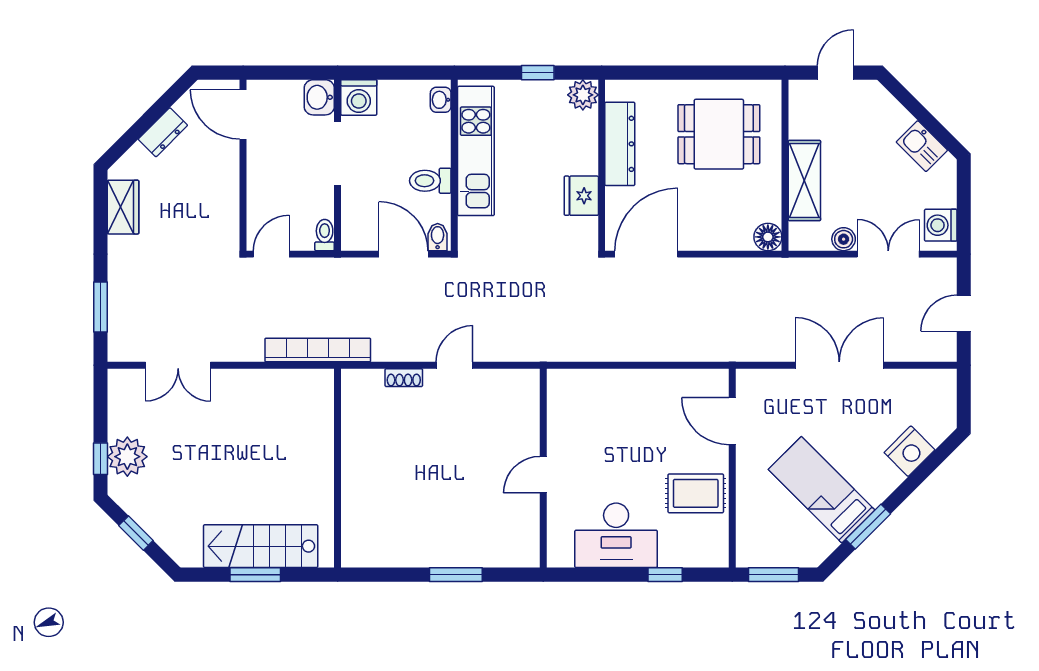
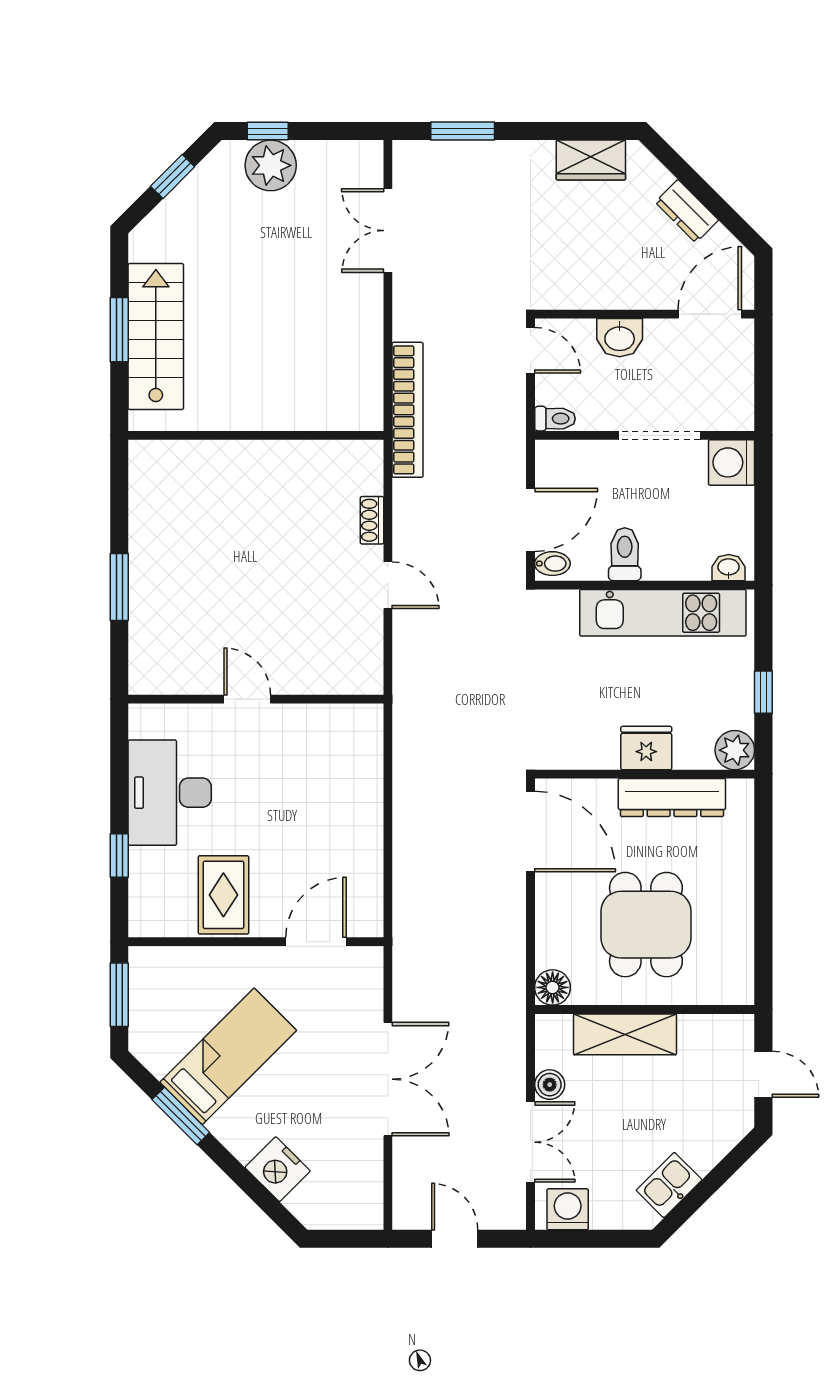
washbasin: (319, 97) -> (620, 338), moved, turned 180
dining table: (719, 134) -> (646, 925), moved
fridge: (581, 196) -> (646, 748), moved

